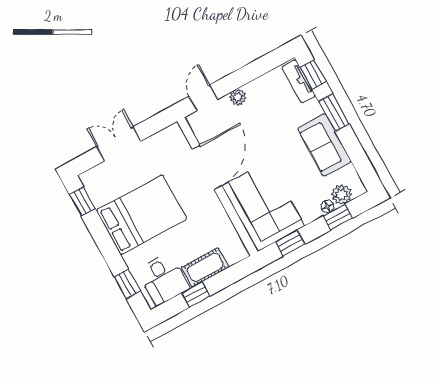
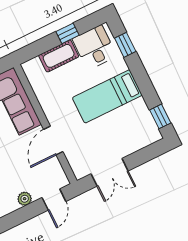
double door: (119, 144) -> (110, 172), moved
door: (207, 167) -> (53, 141), width x0.73
bed: (142, 215) -> (107, 96), width x0.67

